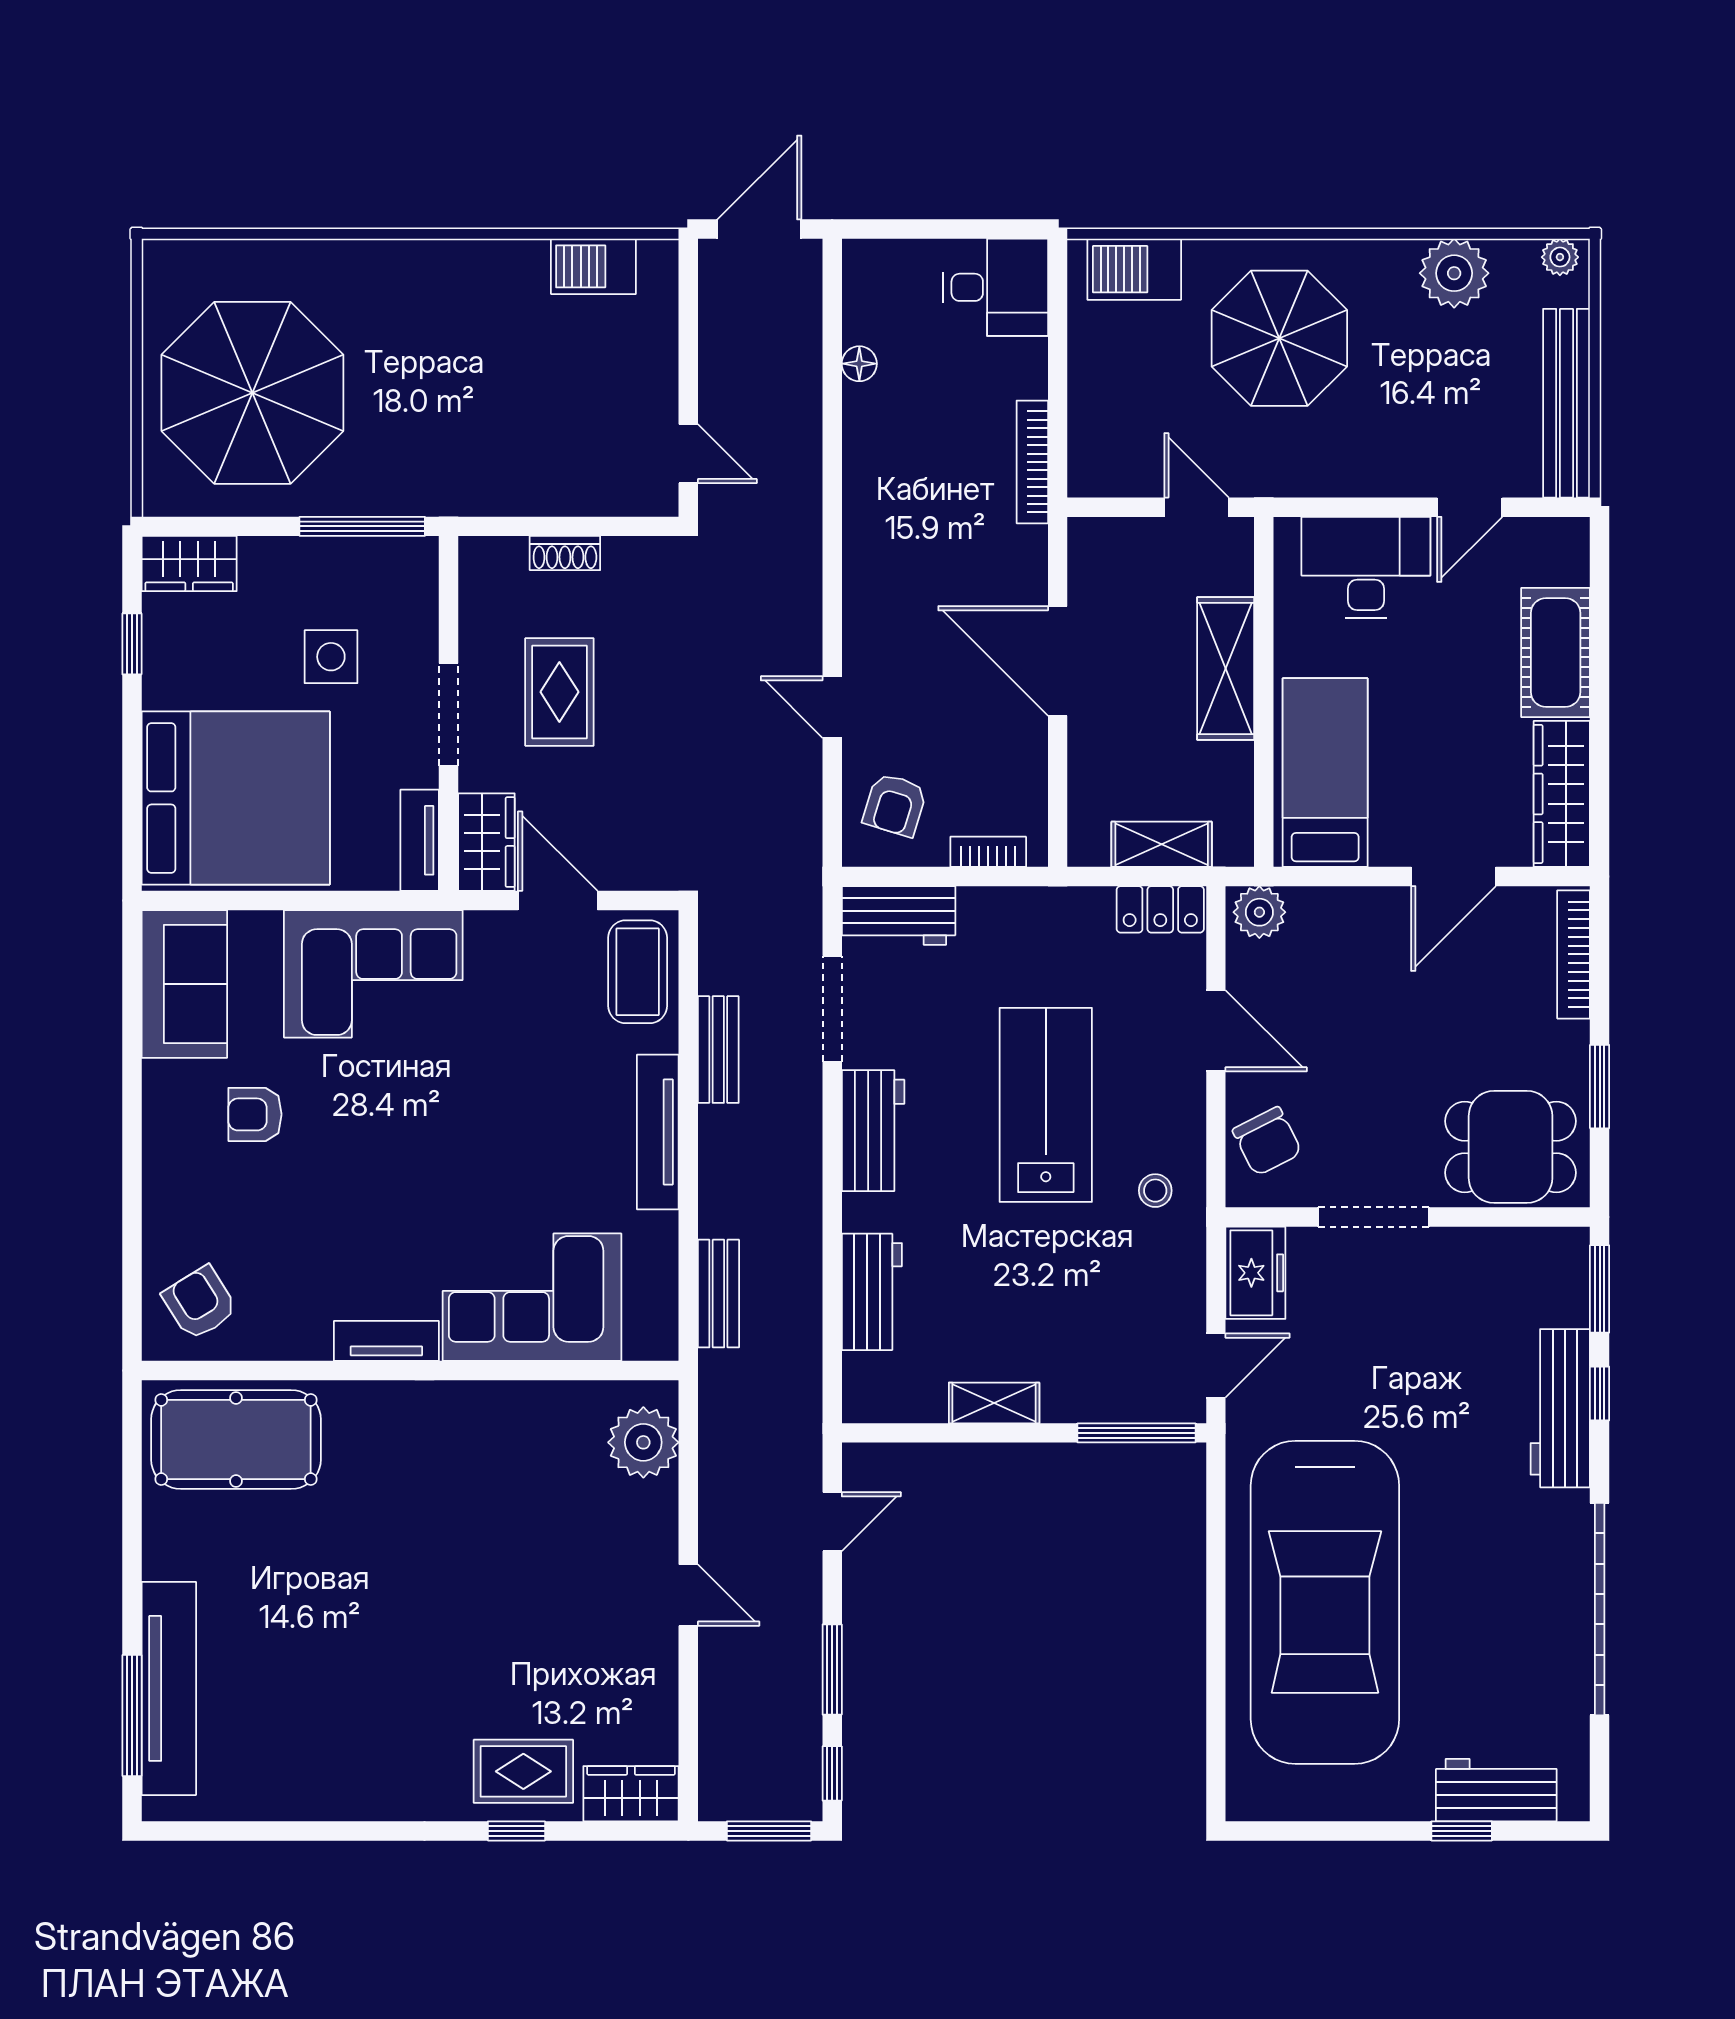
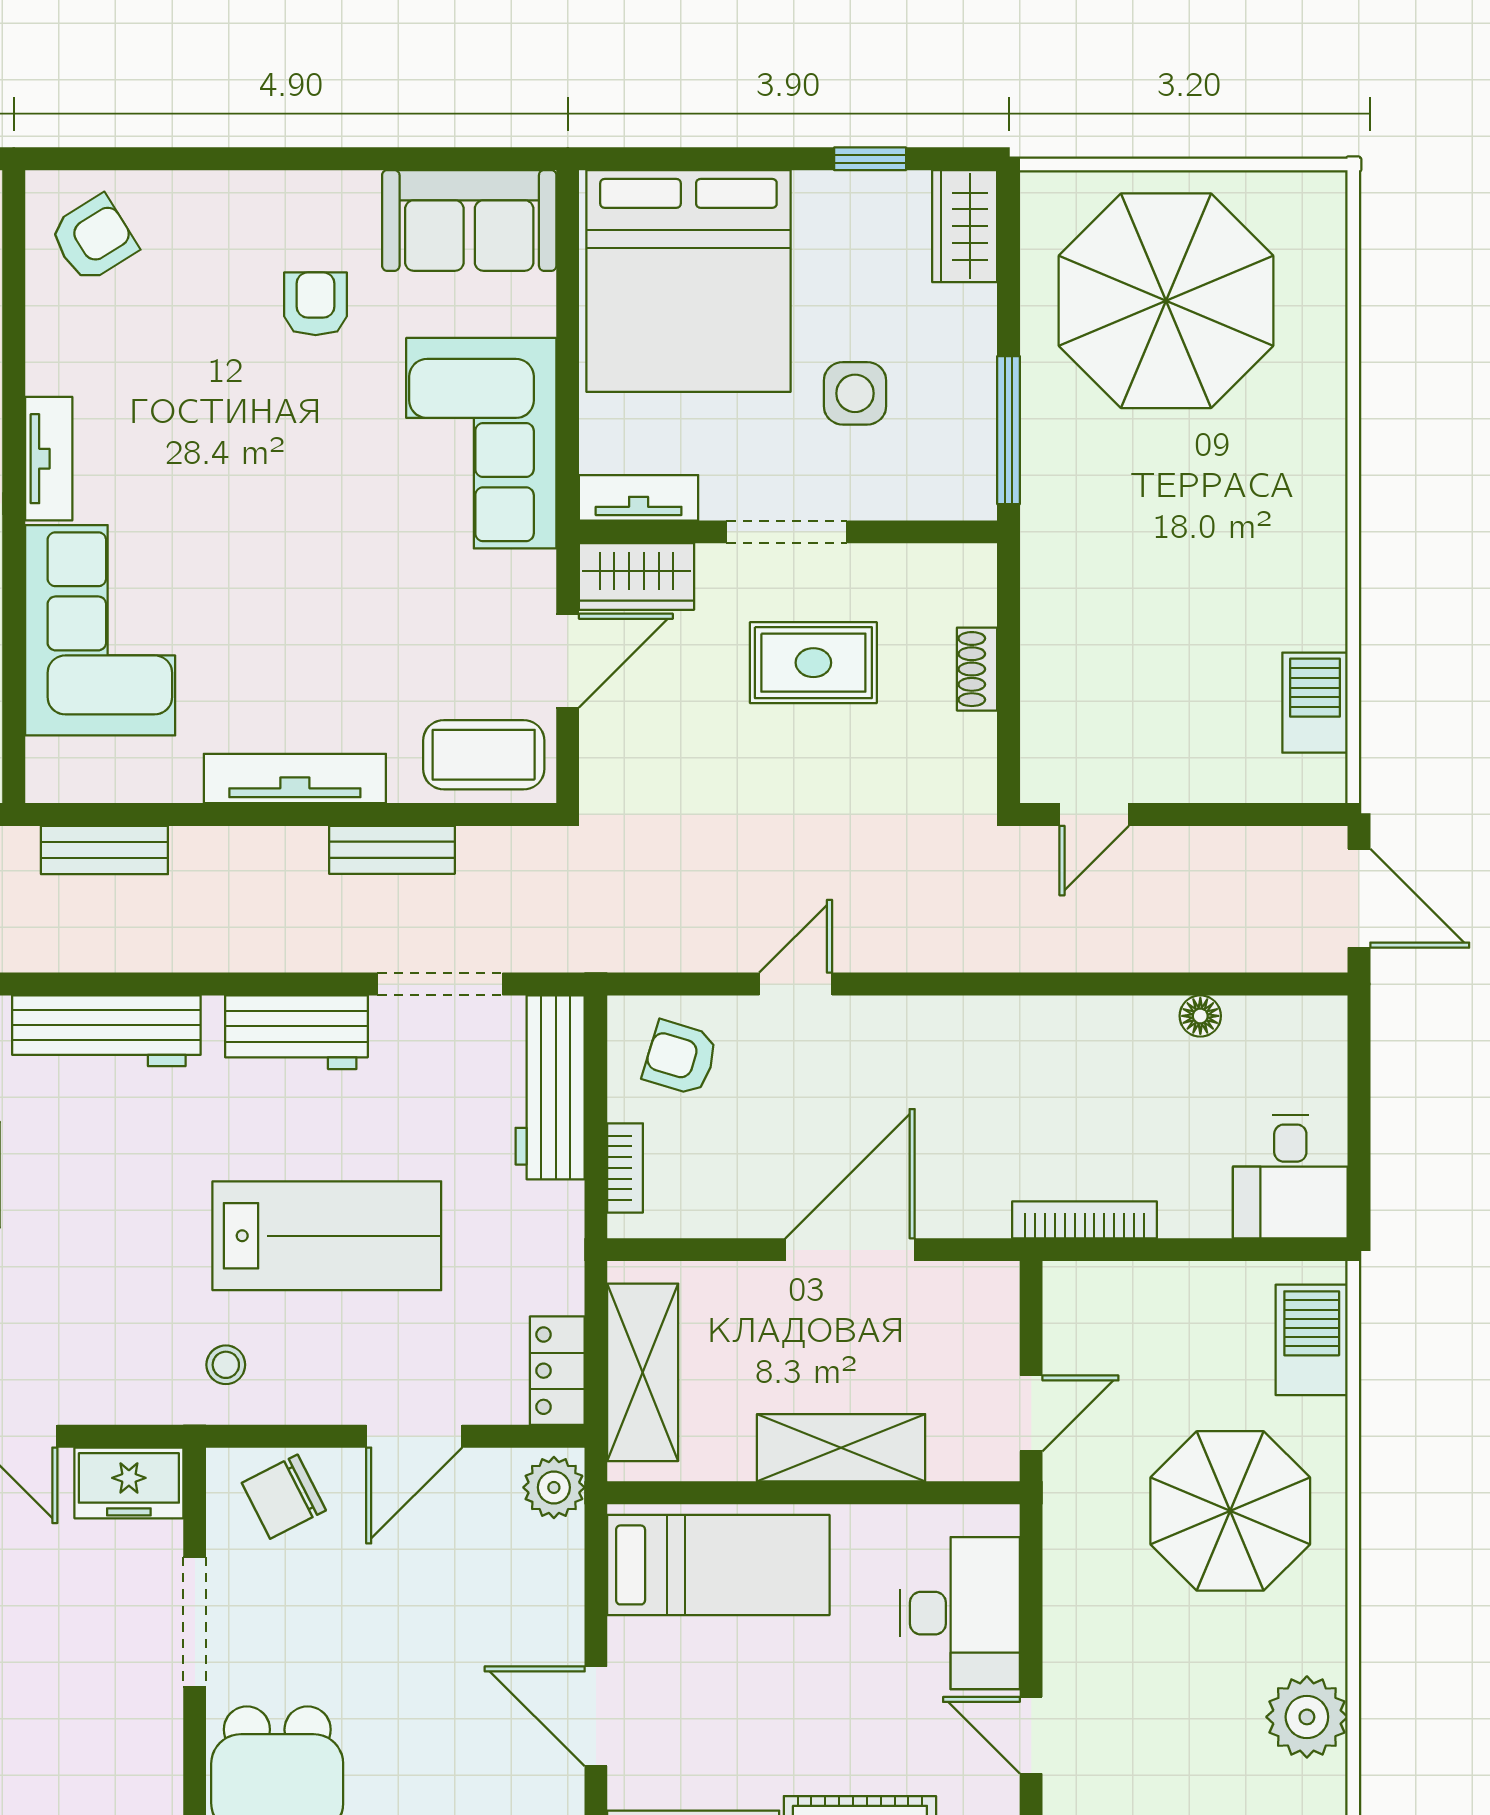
shelving: (1162, 844) -> (643, 1372), width x1.50, depth x1.33
workbench: (899, 915) -> (550, 1087), width x1.38
workbench: (872, 1292) -> (106, 1031), width x1.38

